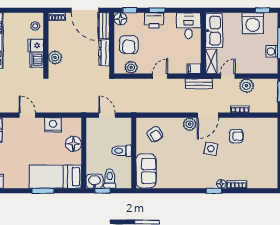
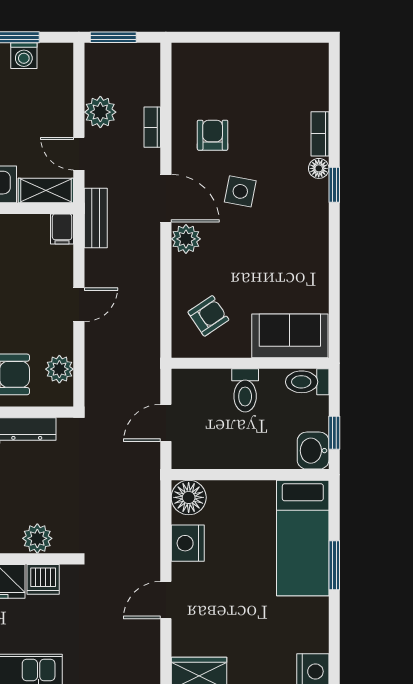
door: (160, 76) -> (79, 305), swing flipped
floor lamp: (73, 144) -> (189, 497), moved
toilet: (110, 179) -> (307, 382), moved

